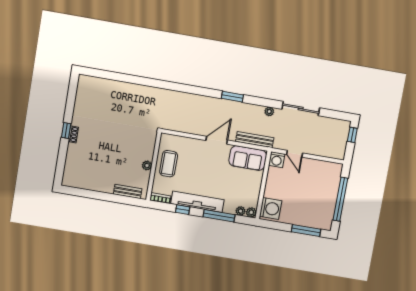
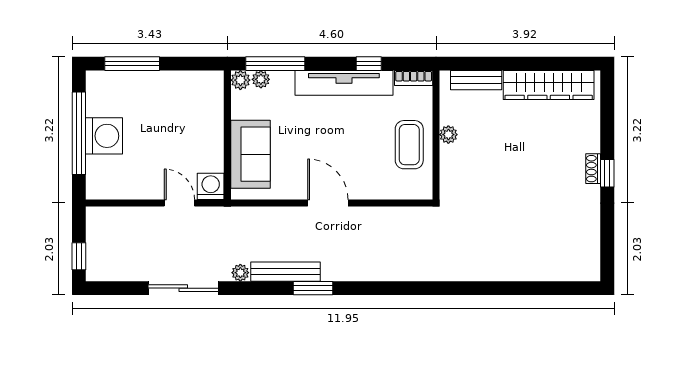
door: (217, 140) -> (328, 203), swing flipped
bench: (255, 140) -> (286, 272), moved
sofa: (248, 158) -> (250, 154), moved, turned 90
wardrobe: (90, 182) -> (549, 85), added
washing machine: (271, 209) -> (104, 136), moved, turned 180
window: (219, 216) -> (275, 64), moved

